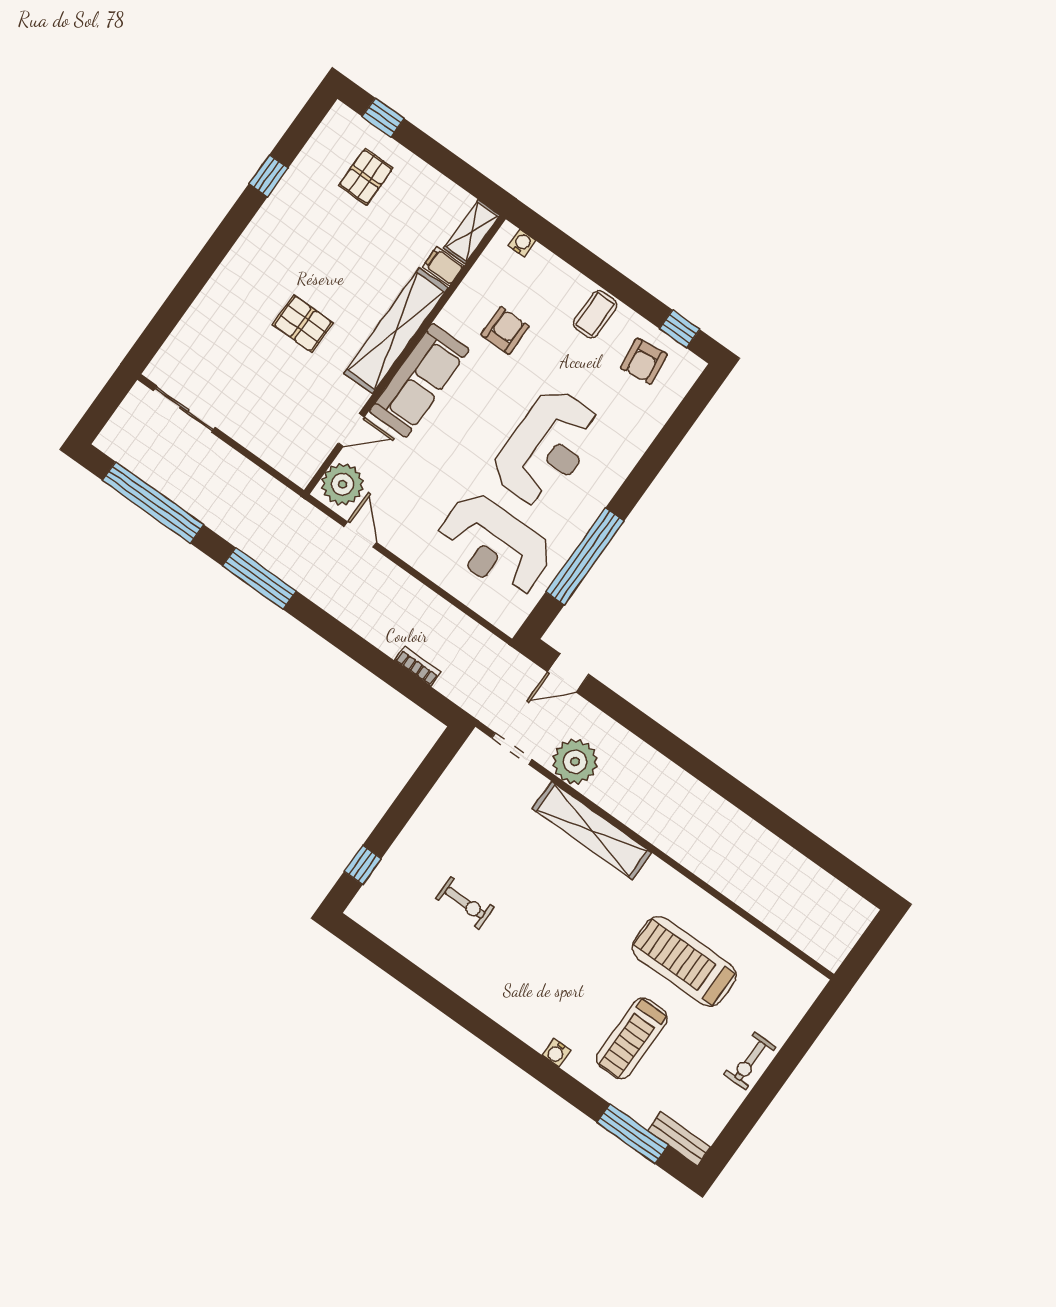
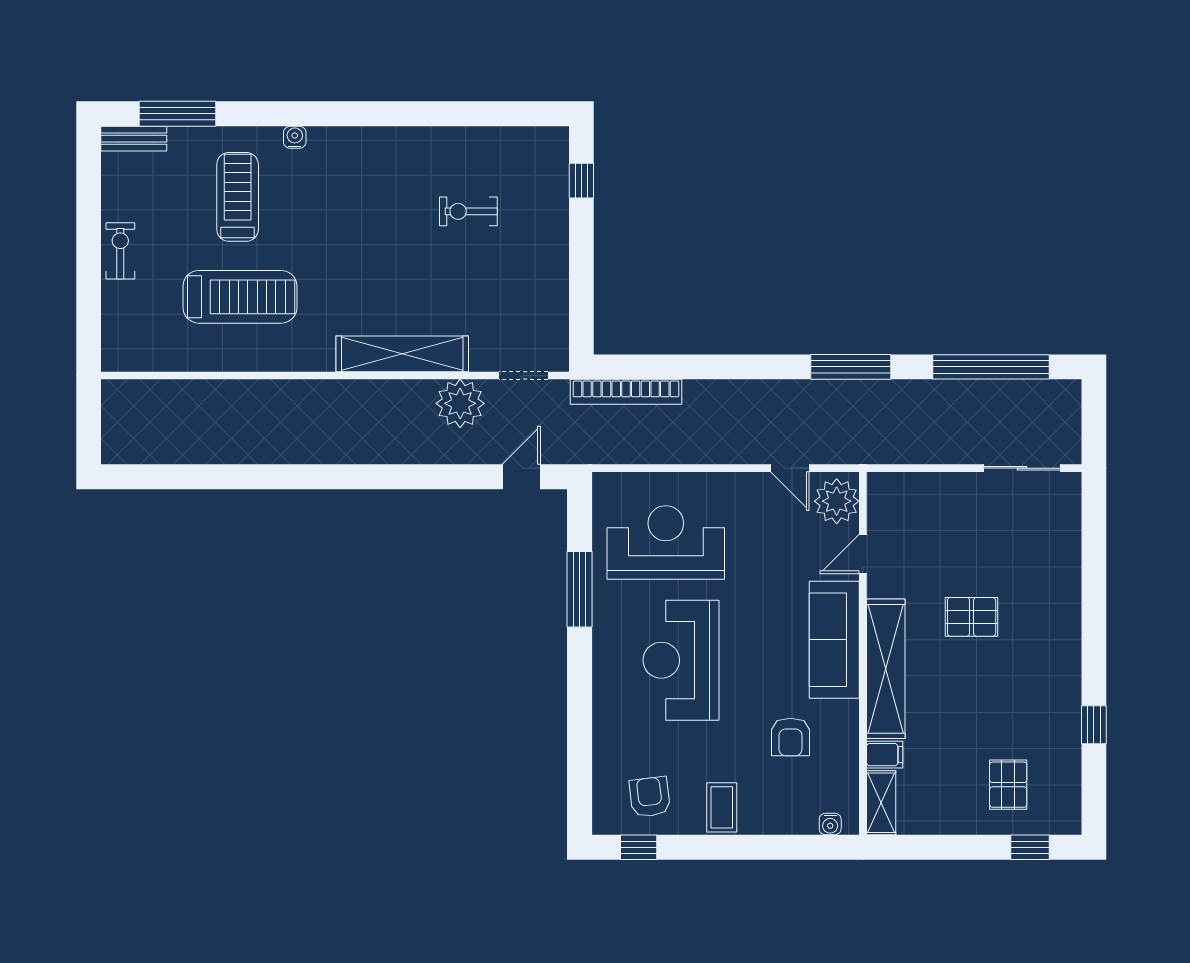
window: (585, 556) -> (580, 589), width x0.68
bookcase: (418, 666) -> (626, 392), width x2.31, depth x1.31

